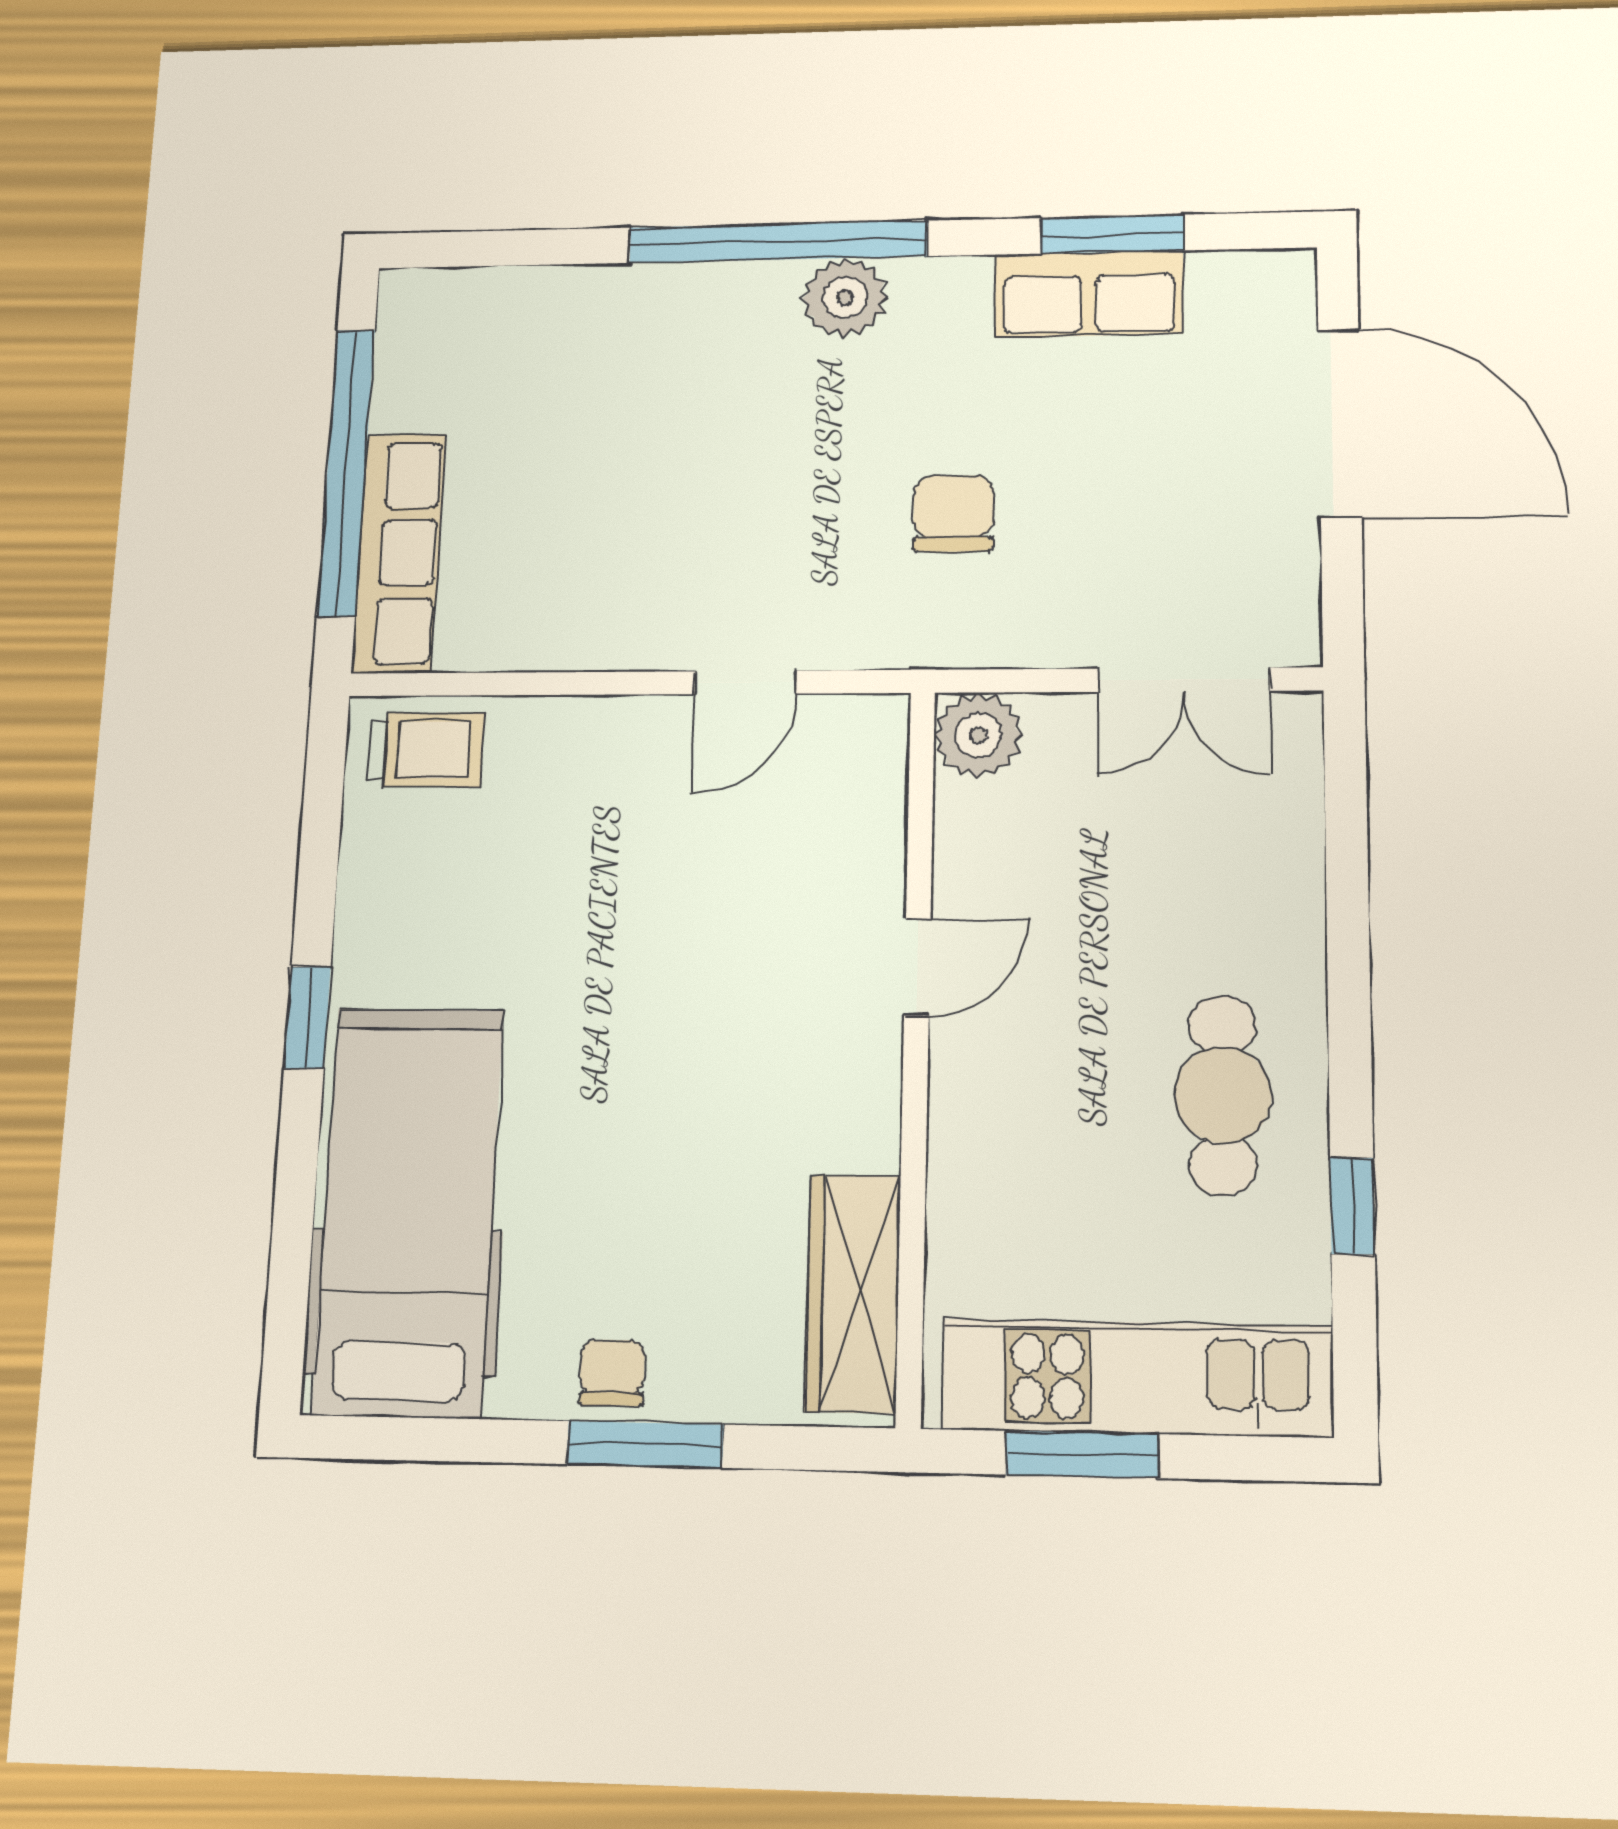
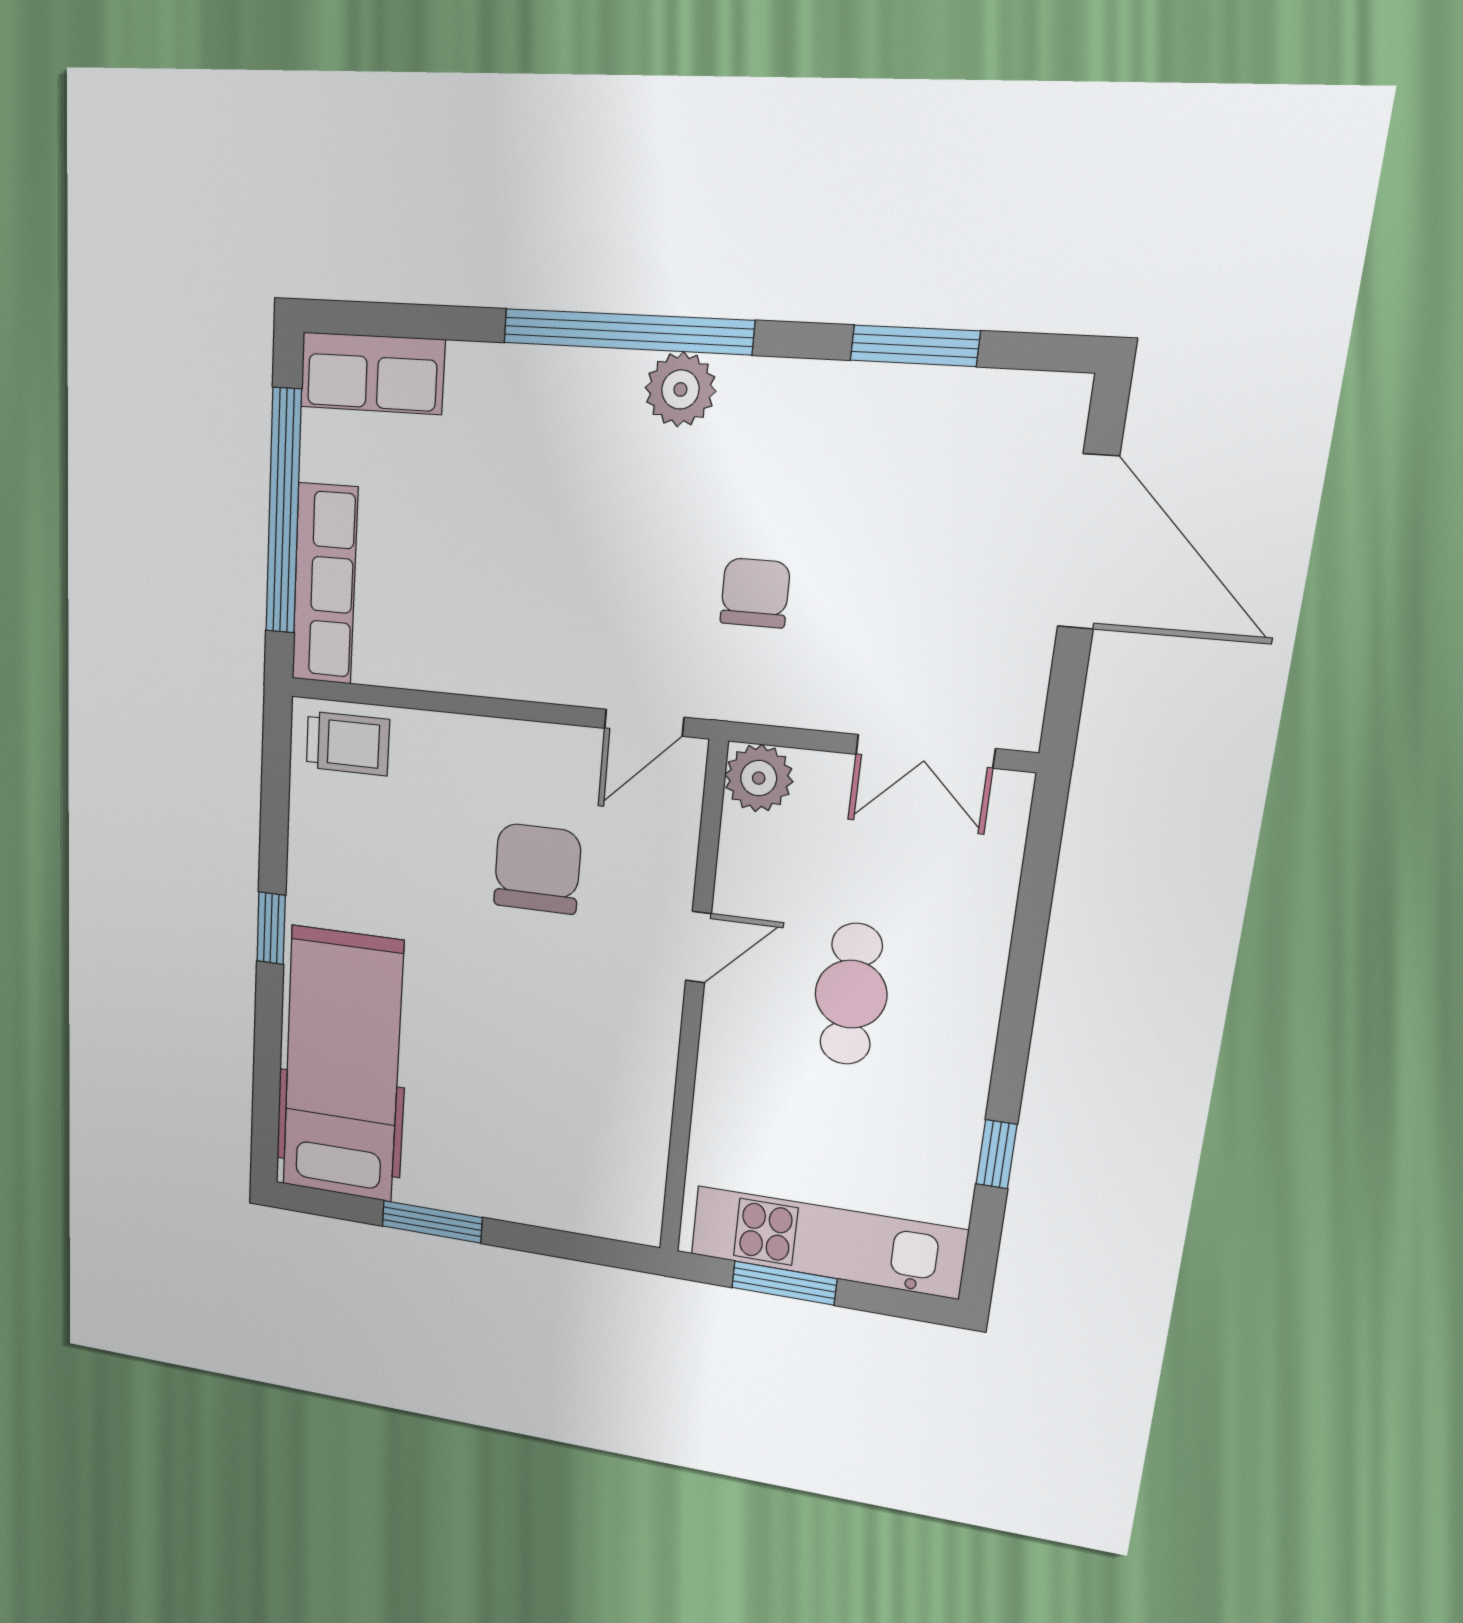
row of seats: (1089, 294) -> (372, 373), moved
door: (746, 682) -> (644, 723), moved
cafe table: (1223, 1095) -> (851, 994), moved
wardrobe: (853, 1293) -> (638, 1161), removed
chair: (612, 1373) -> (537, 869), moved, width x1.87, depth x1.87
window: (645, 1444) -> (432, 1222), moved

